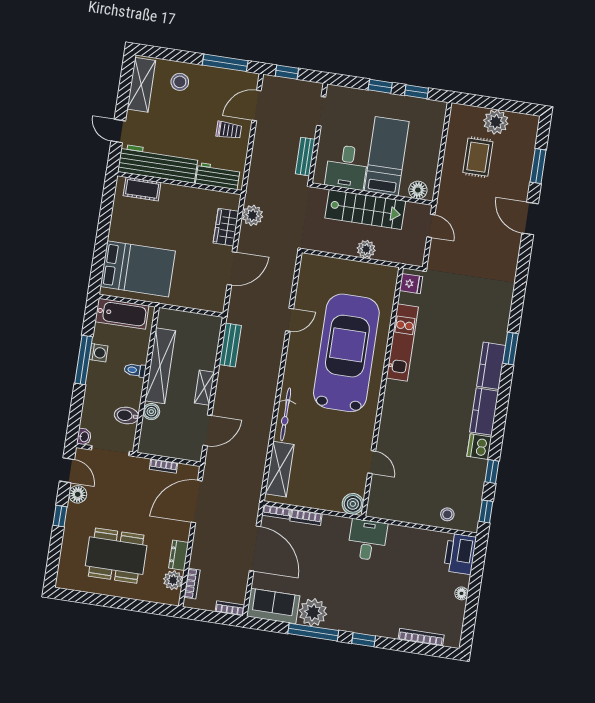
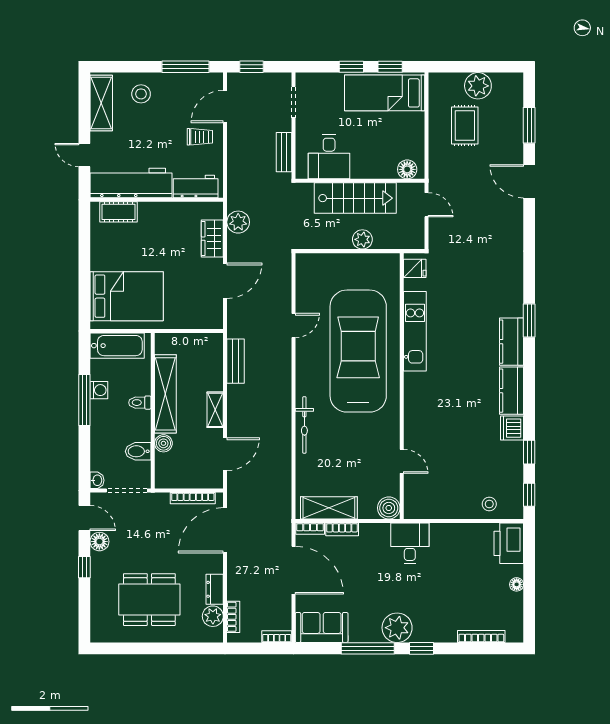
bed: (387, 156) -> (385, 93), moved, turned -90
bookcase: (163, 466) -> (193, 498), width x1.56
shelving: (280, 469) -> (329, 508), moved, turned 90
plant: (313, 612) -> (397, 628), moved

